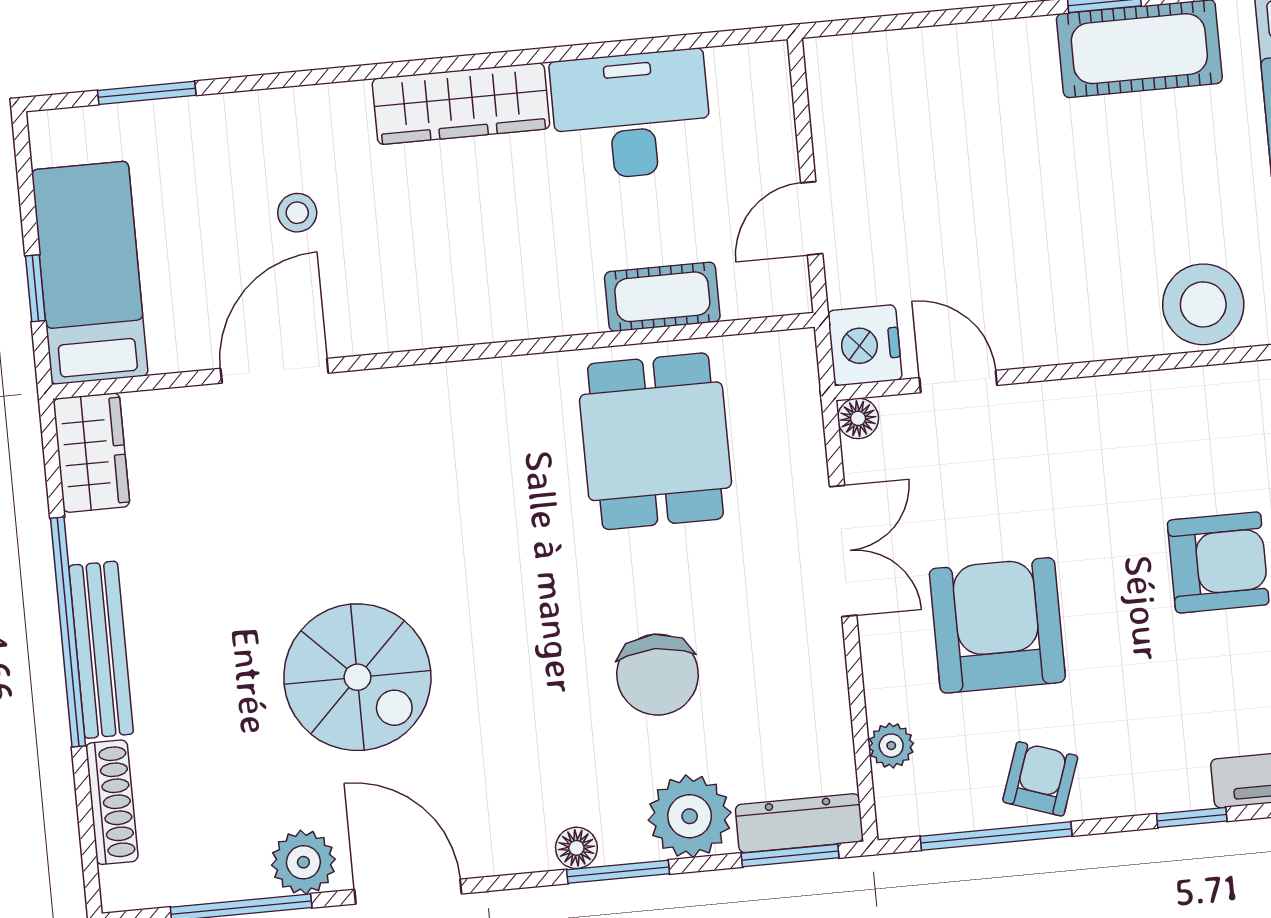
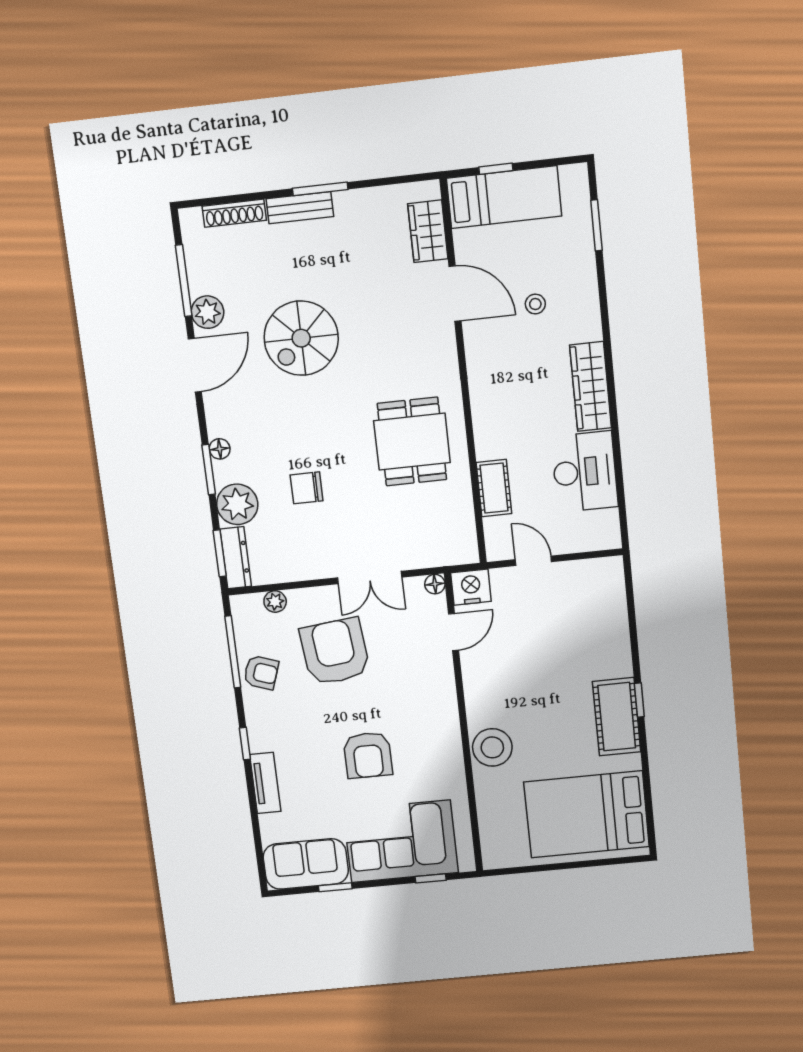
dining table: (655, 441) -> (412, 442), moved, turned 90
wardrobe: (91, 453) -> (428, 231), moved, turned 90
armchair: (997, 625) -> (335, 652), turned -96
window: (68, 632) -> (320, 189), width x0.47
bench: (101, 650) -> (300, 208), width x0.73
chair: (657, 675) -> (307, 488), width x0.73, depth x0.73

